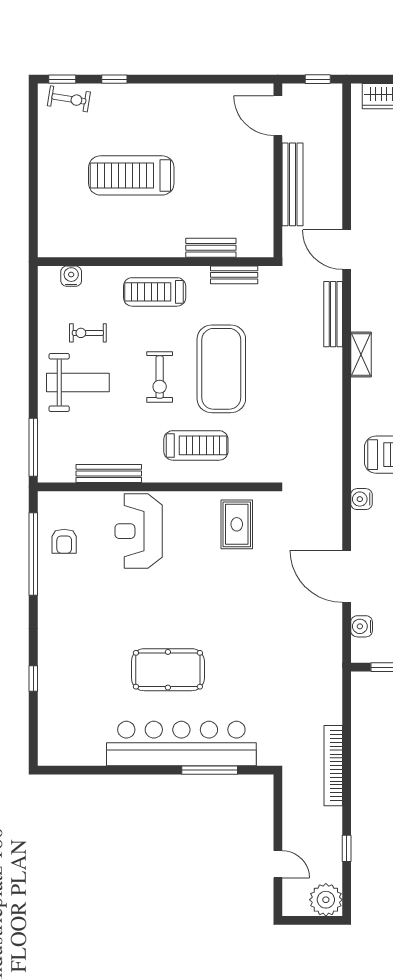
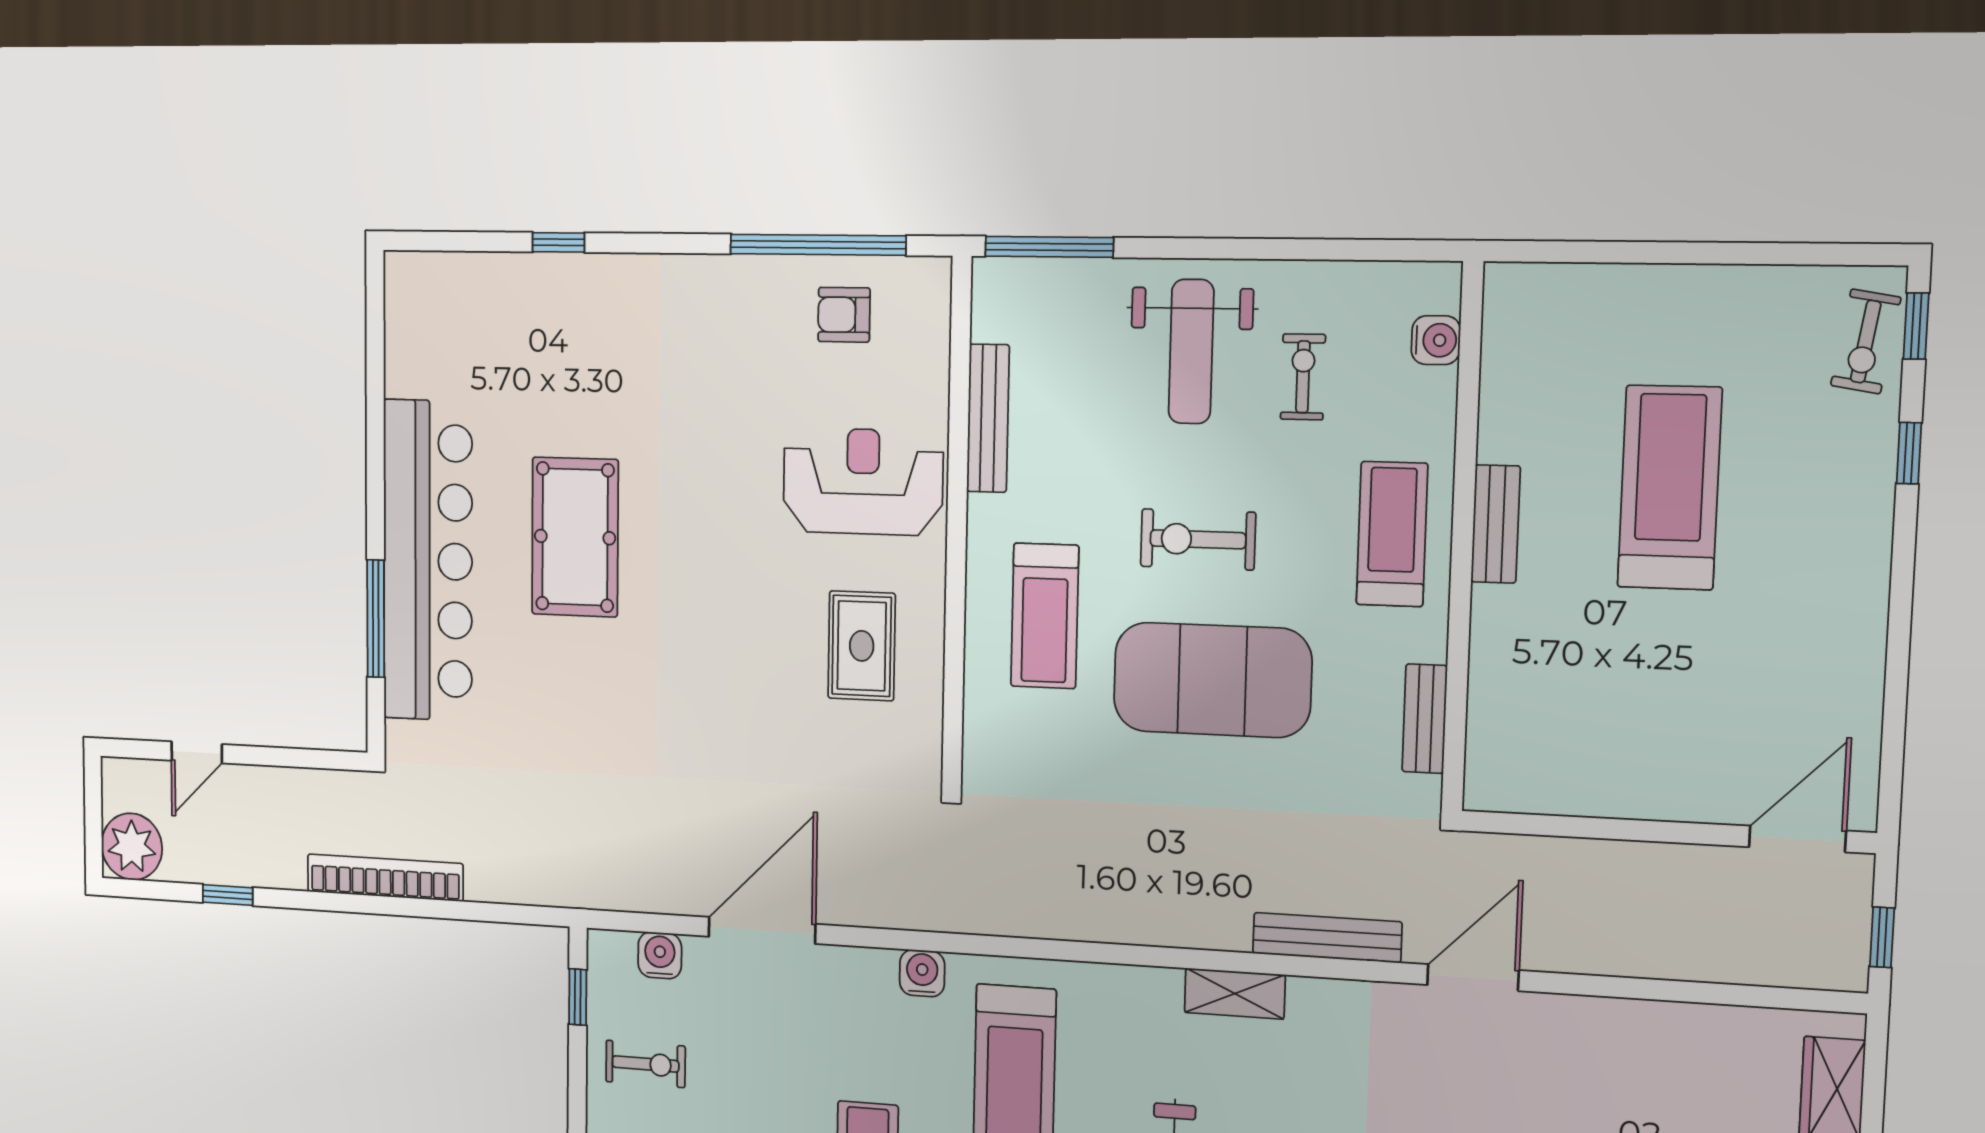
bench: (293, 184) -> (1631, 864), removed
bench: (211, 248) -> (1496, 524), moved
rug: (237, 524) -> (862, 646), moved, turned 90

